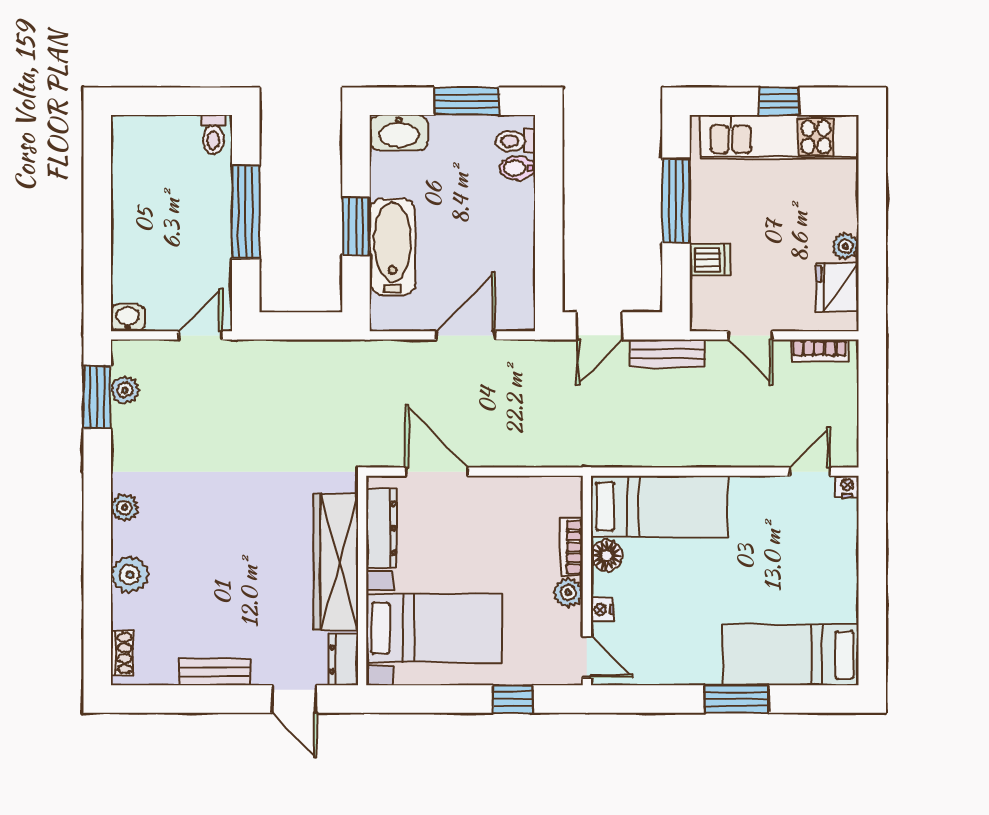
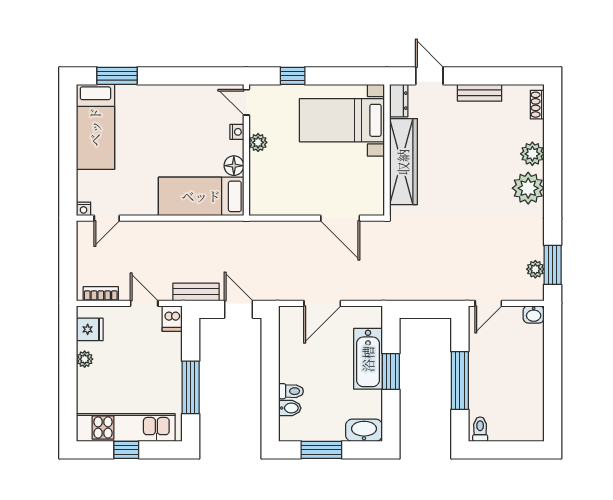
toilet: (515, 141) -> (291, 391), moved
dishwasher: (710, 260) -> (172, 319), moved, turned -90
fridge: (837, 287) -> (90, 329), width x0.72
door: (599, 326) -> (238, 309), hinge flipped
plant: (124, 508) -> (528, 188), width x1.88, depth x1.88
dresser: (382, 528) -> (375, 183), removed
bookcase: (571, 547) -> (256, 171), removed
bed: (791, 655) -> (95, 127), moved, turned 90
window: (736, 699) -> (117, 76), moved

